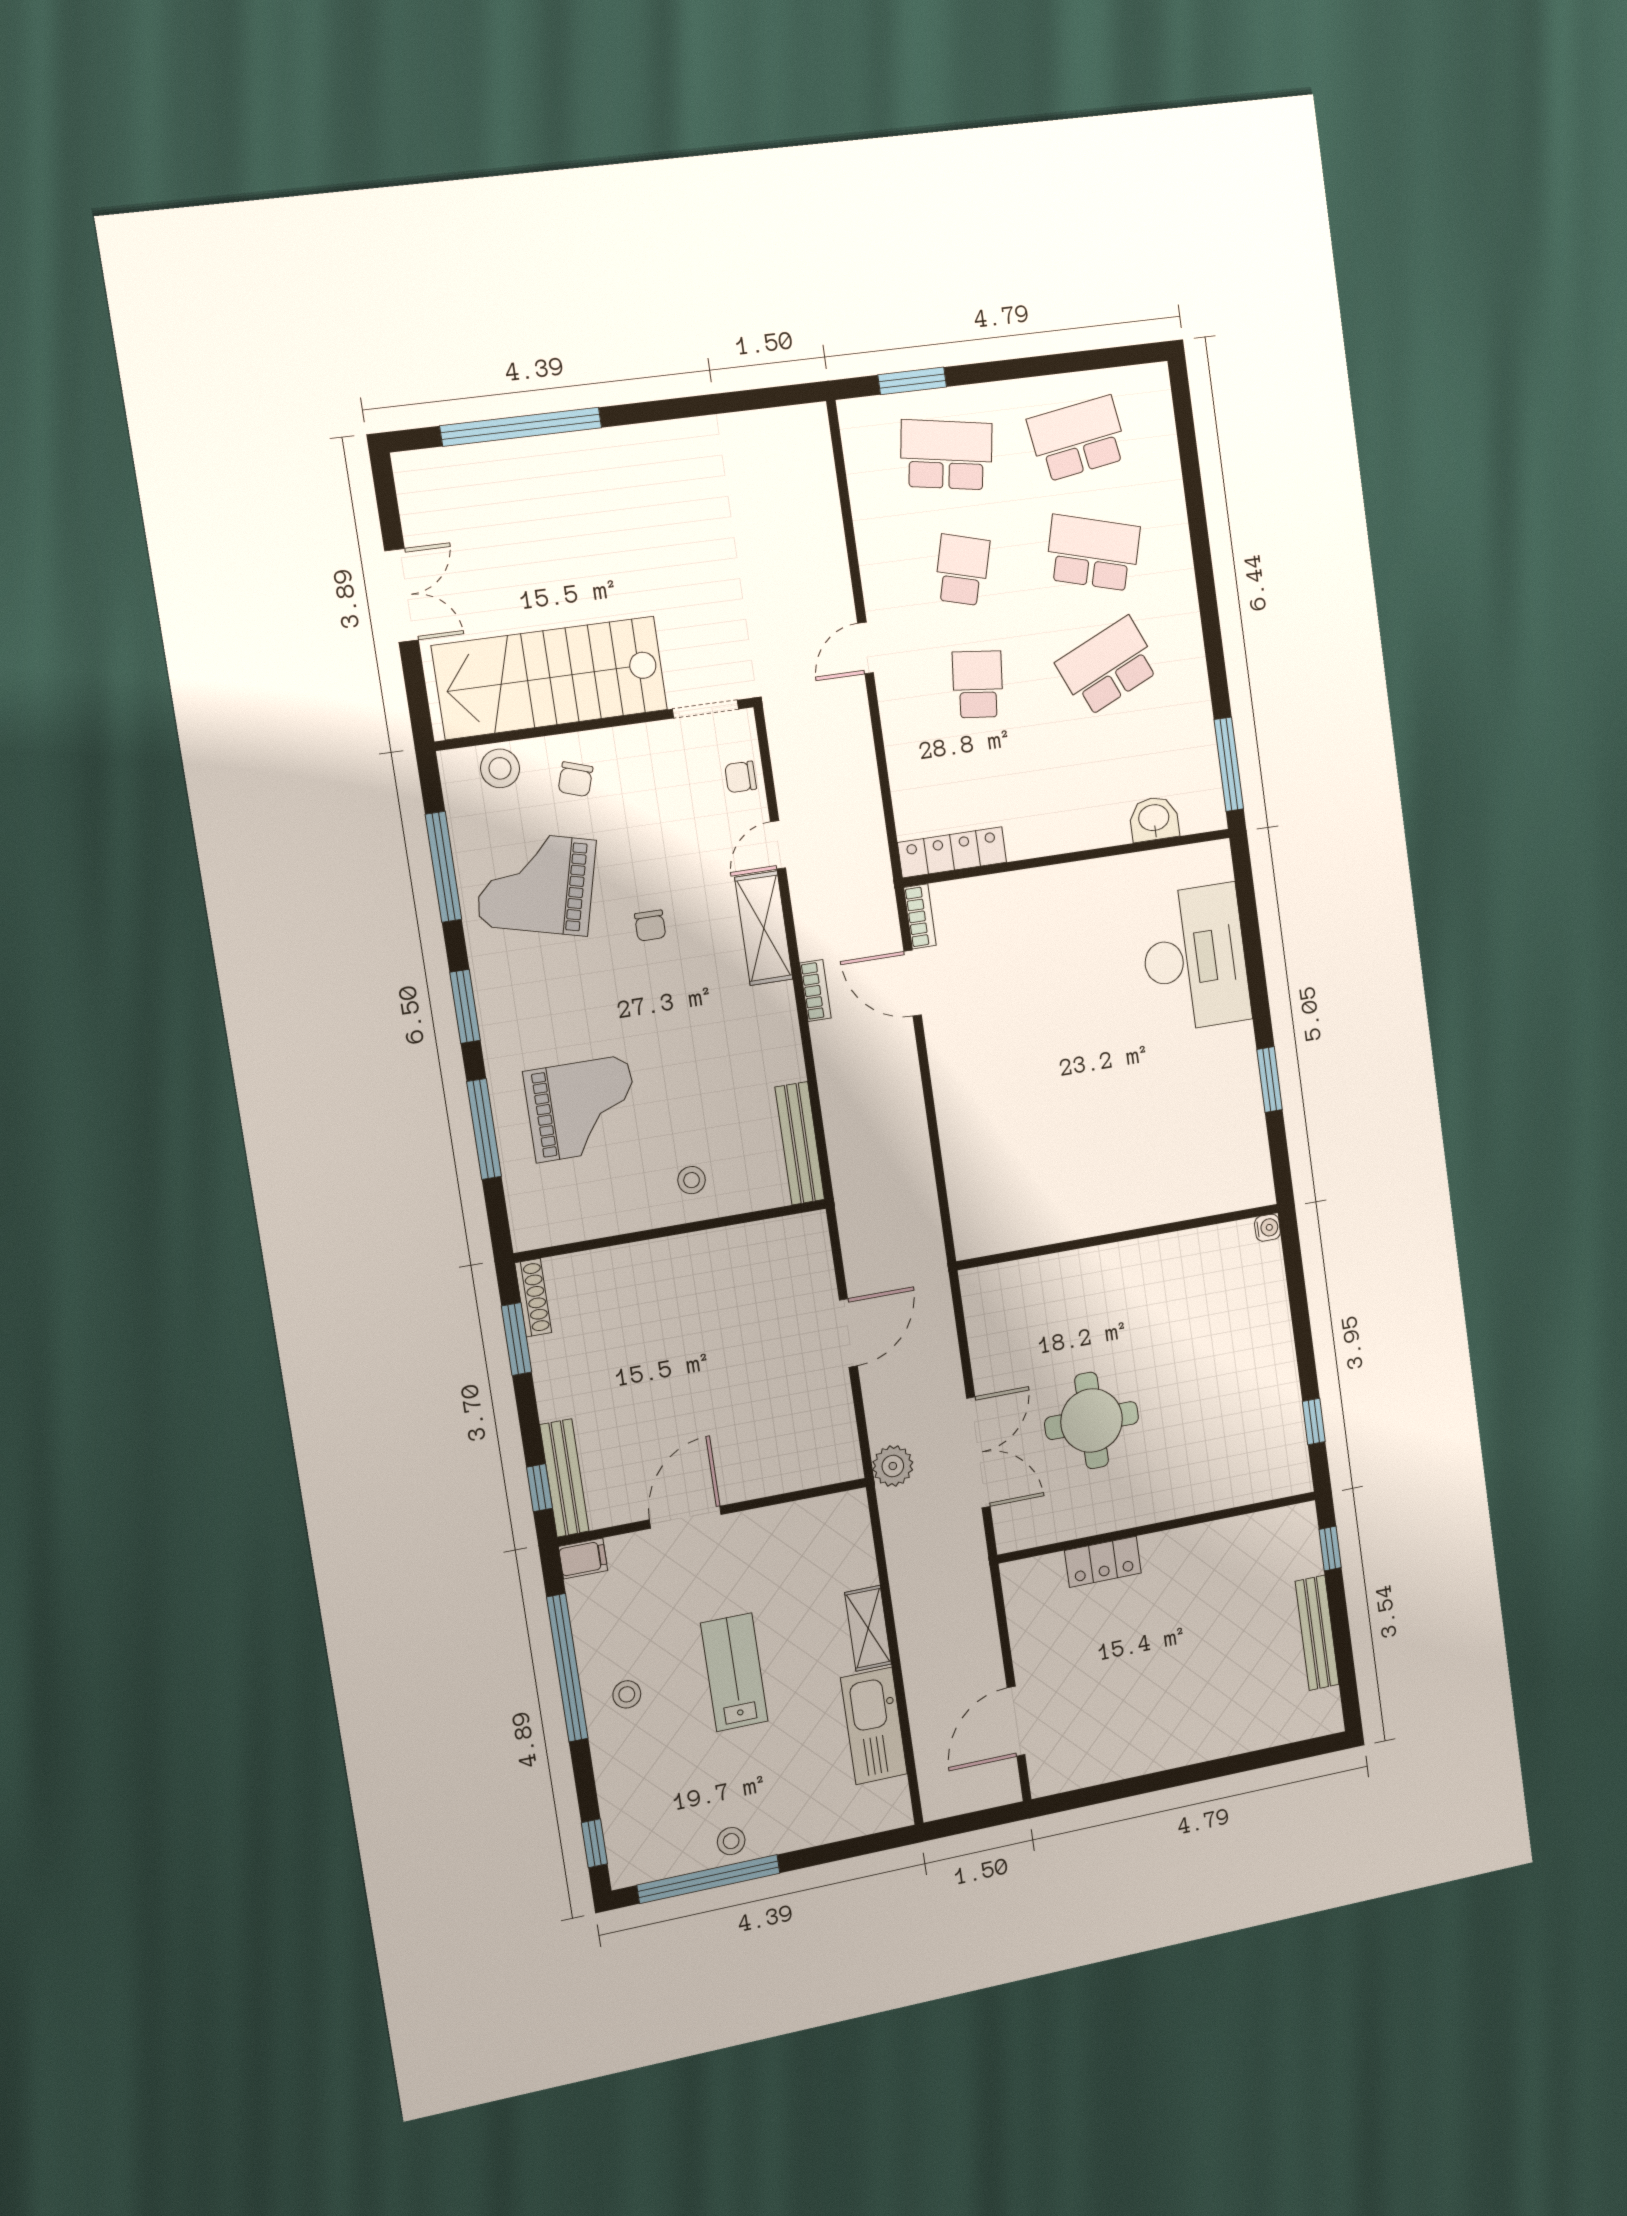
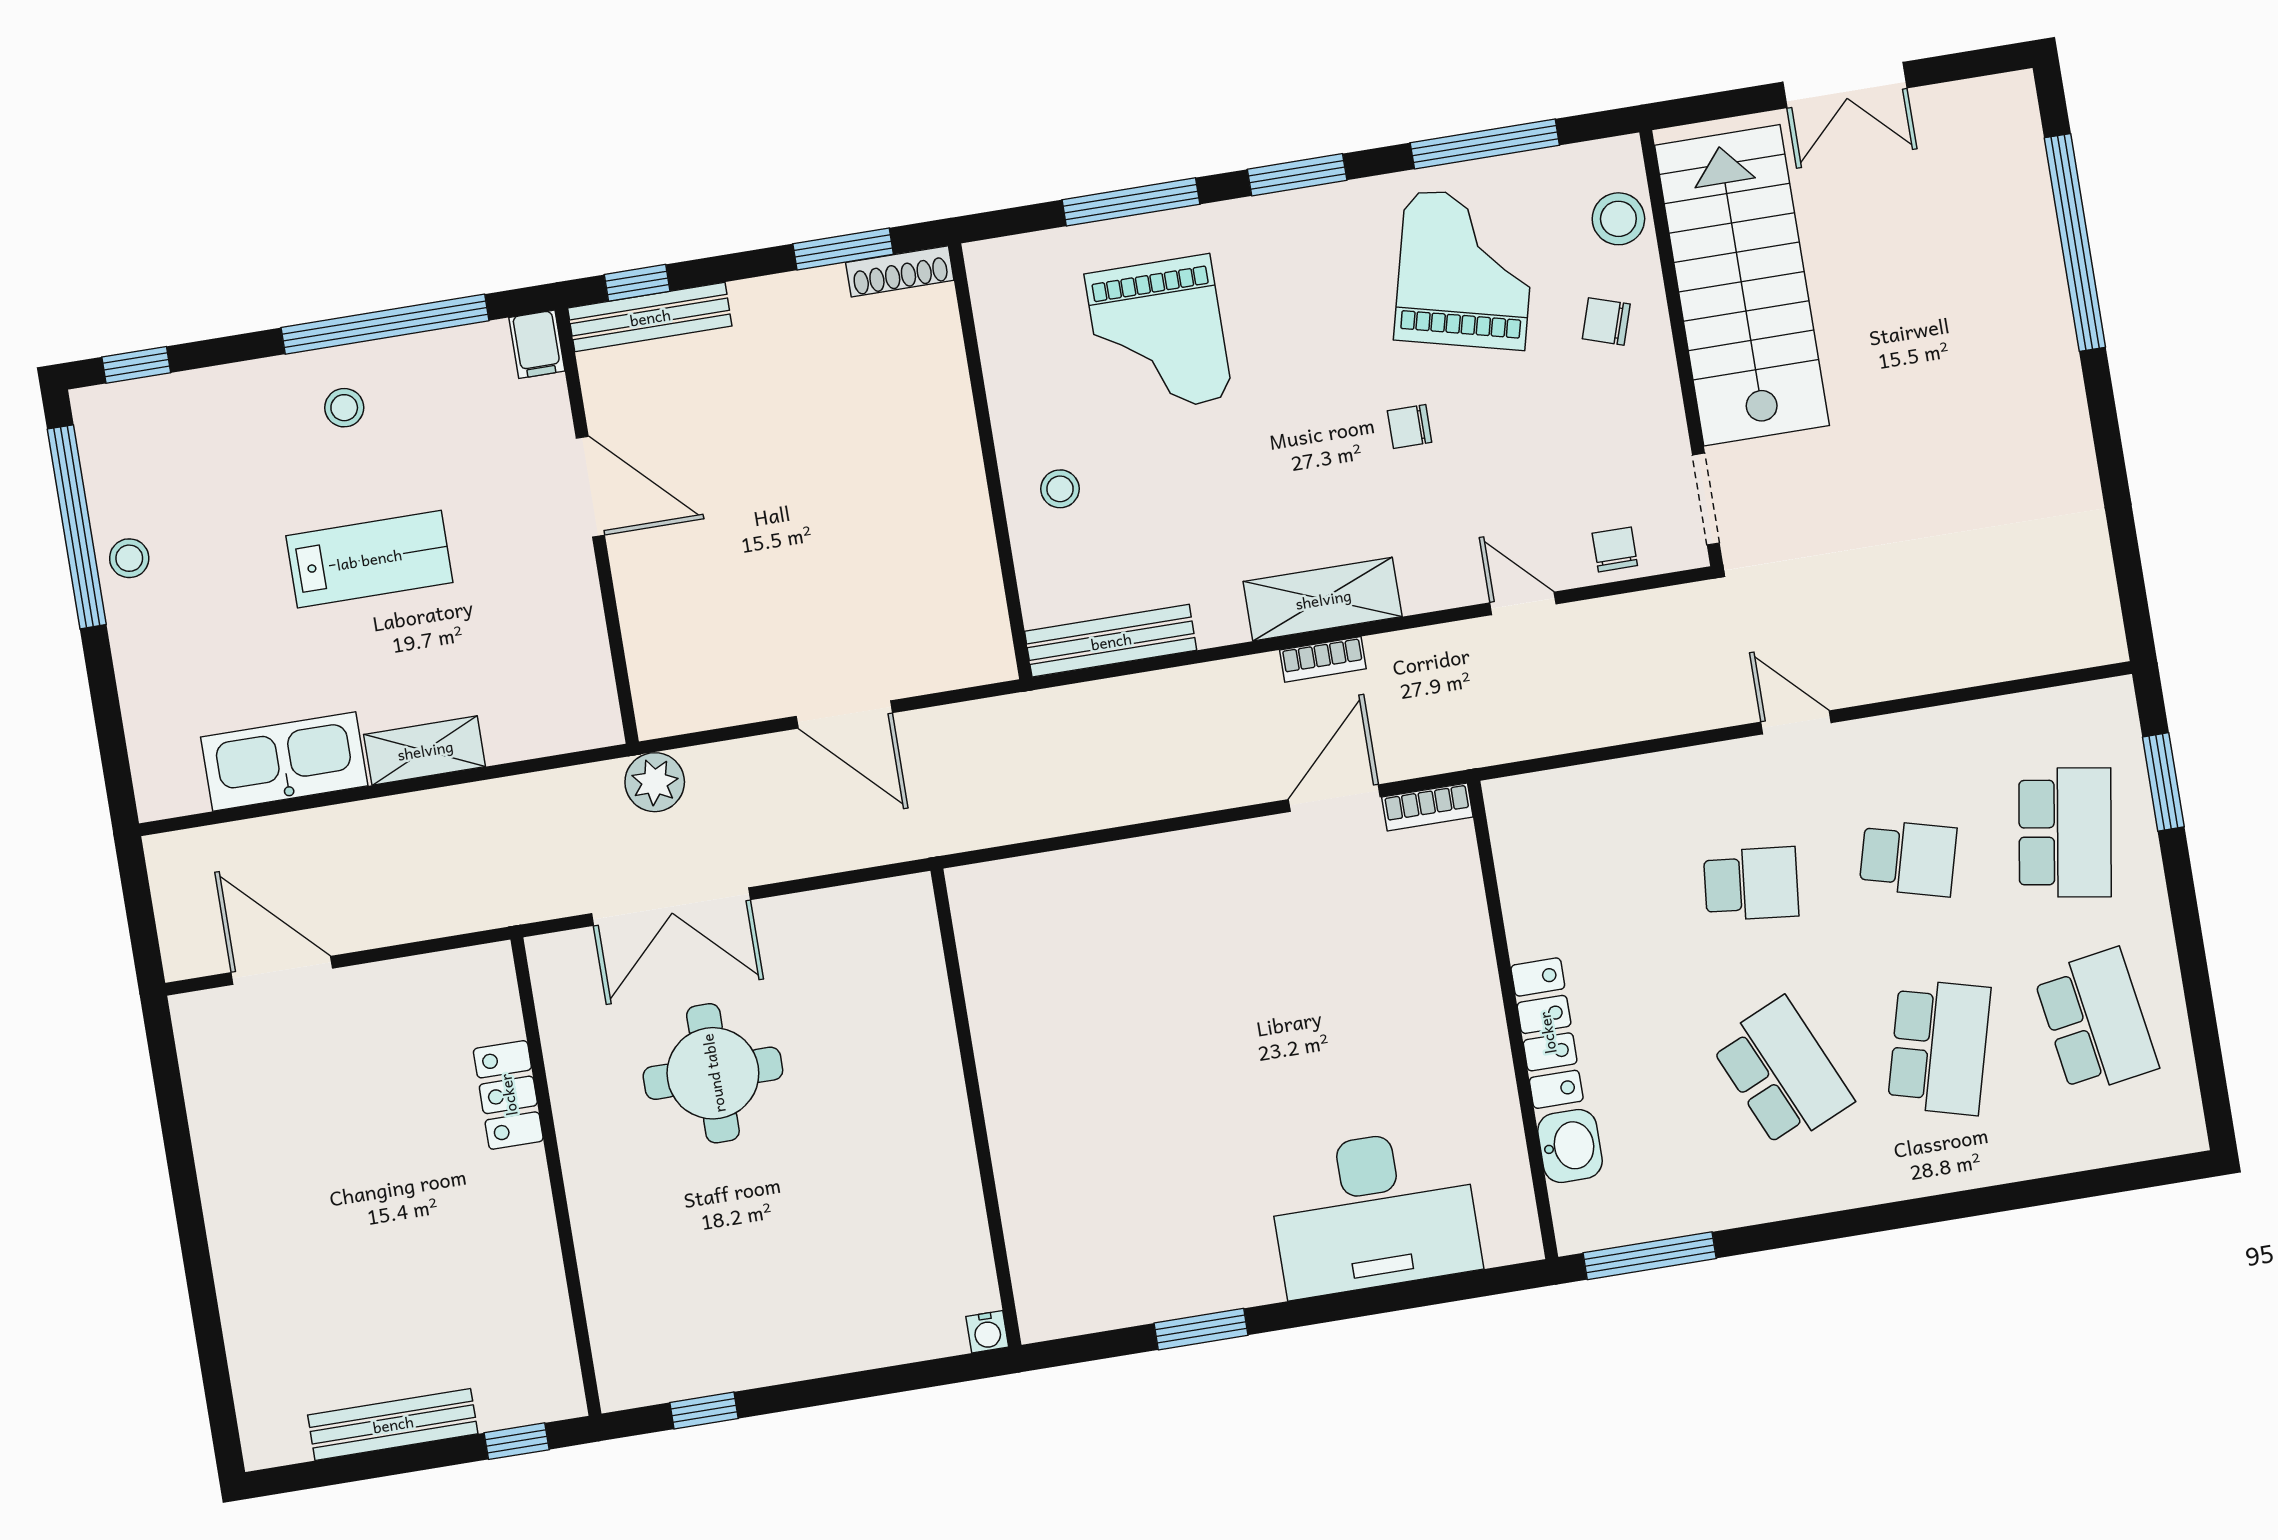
locker: (952, 852) -> (1547, 1033), moved
shelving: (764, 928) -> (1323, 599), moved

